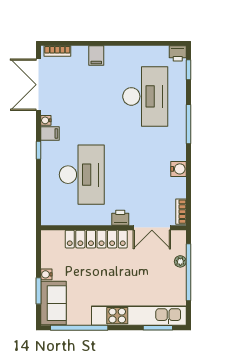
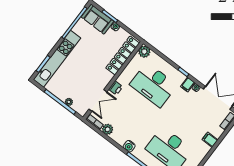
water cooler: (178, 169) -> (129, 146), moved
plant: (178, 189) -> (108, 129), added
plant: (50, 216) -> (144, 52), added
double door: (152, 228) -> (98, 100), swing flipped
locker: (96, 239) -> (123, 56), moved

